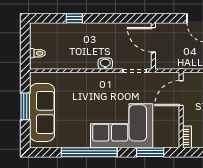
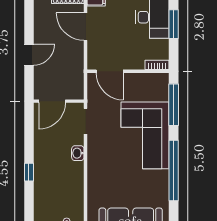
window: (74, 18) -> (29, 172), moved
window: (150, 152) -> (174, 105), width x1.44

